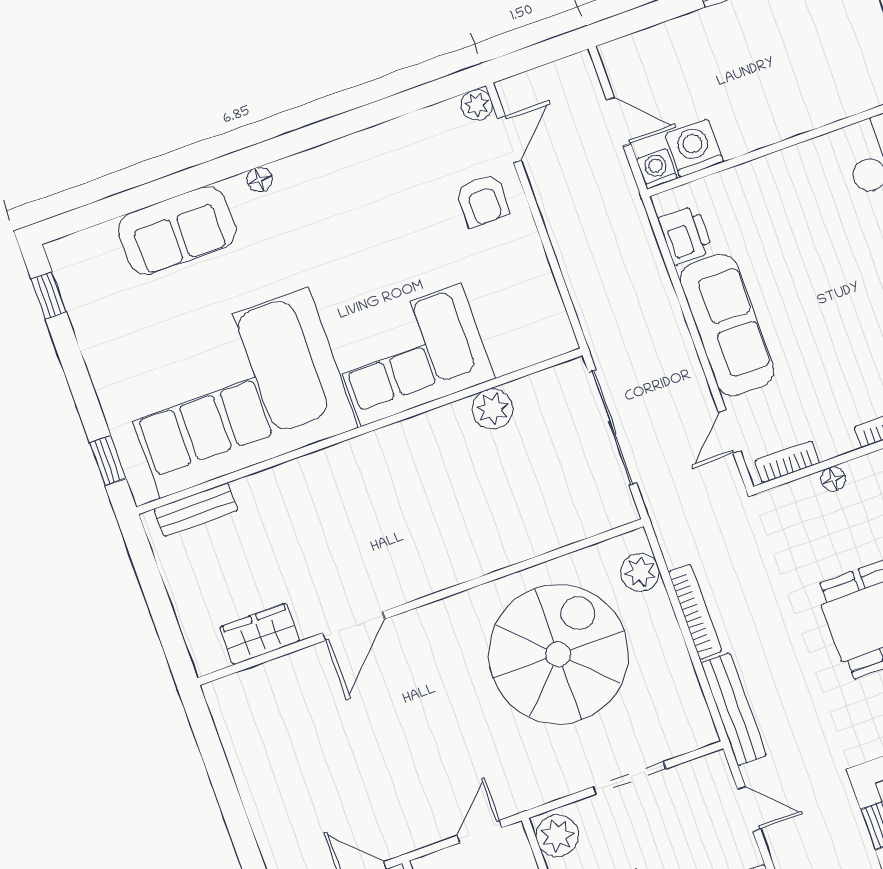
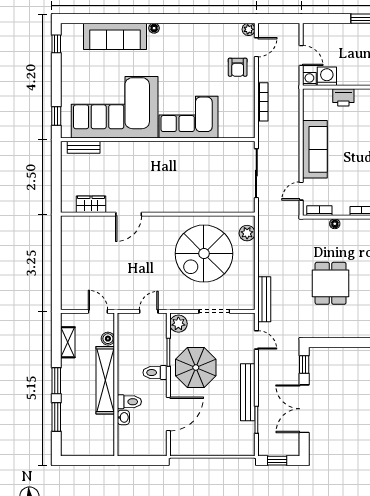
sofa: (177, 230) -> (115, 36), width x1.36
printer: (686, 235) -> (343, 97), moved, turned 90
plant: (493, 409) -> (213, 149), removed
bookcase: (695, 612) -> (263, 102), moved
spiral stairs: (558, 654) -> (204, 254), turned 180

